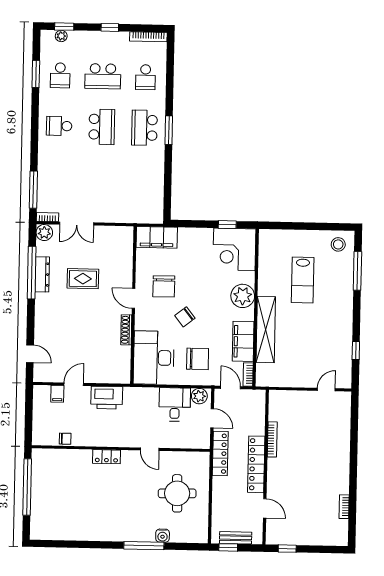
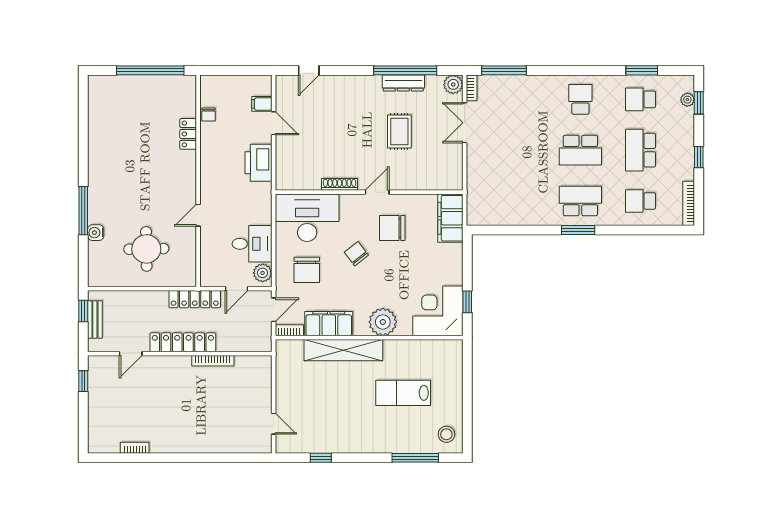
locker: (106, 457) -> (188, 134), moved

